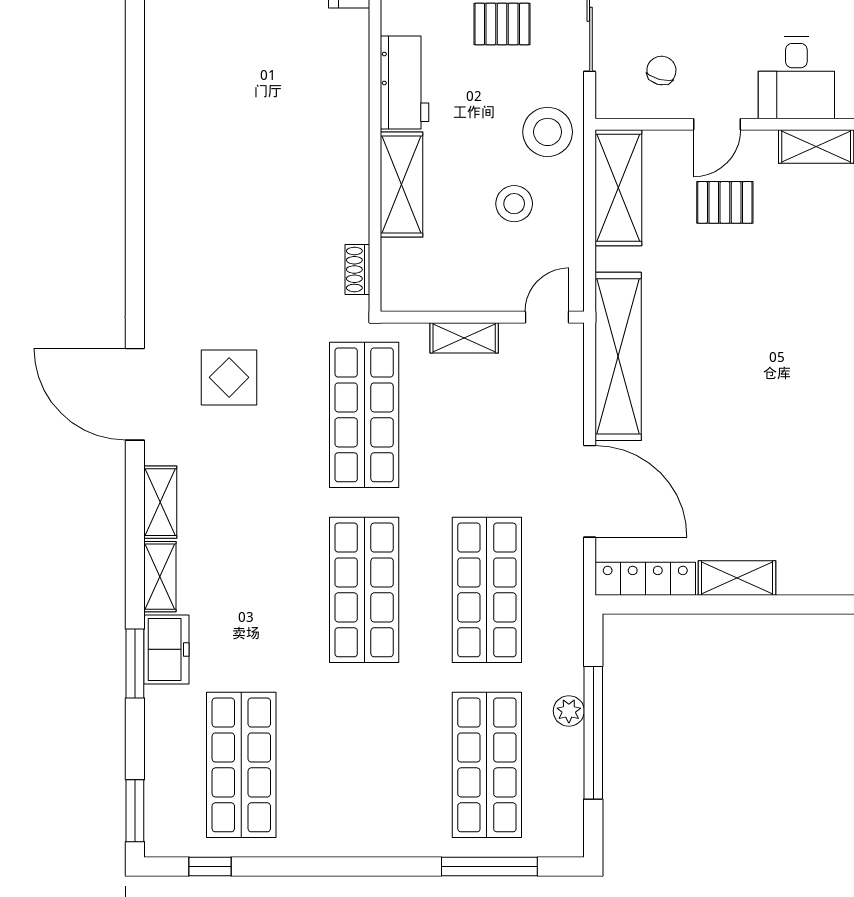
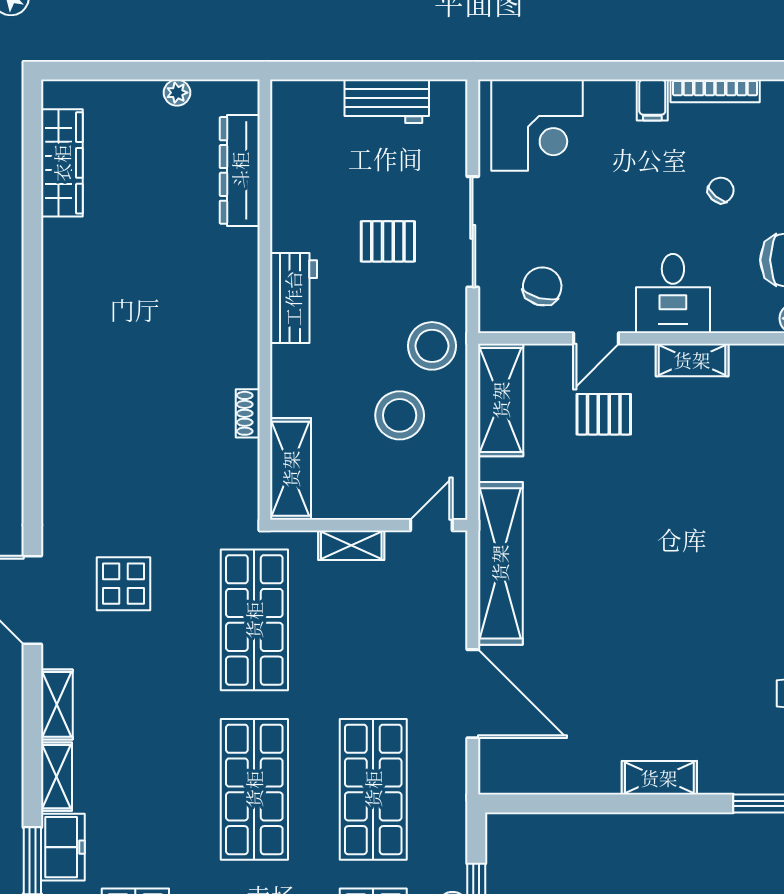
chair: (661, 70) -> (542, 286), width x1.37, depth x1.37
shelving: (401, 185) -> (291, 469), moved
stool: (514, 204) -> (400, 415), width x1.38, depth x1.38
shoe rack: (357, 269) -> (248, 413), moved
shelving: (737, 578) -> (659, 778), moved
locker: (645, 579) -> (527, 779), removed

